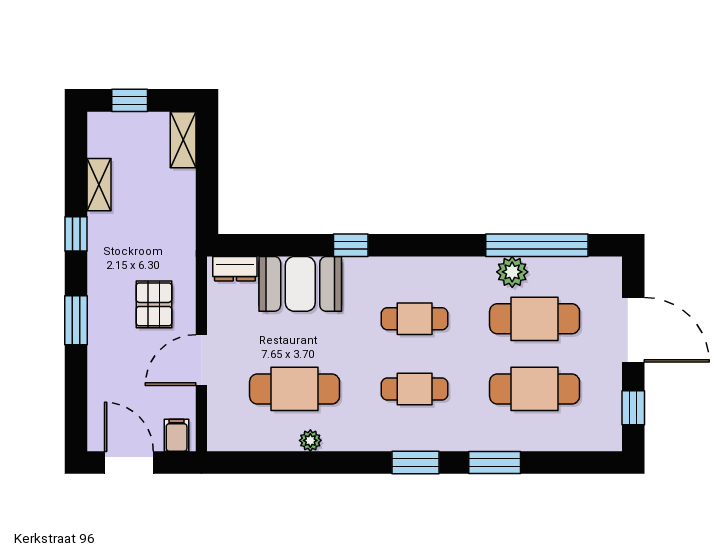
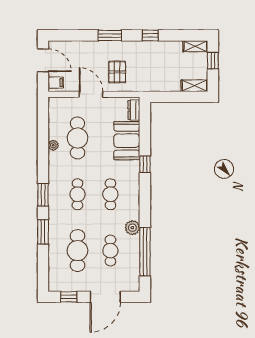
shelving: (99, 185) -> (195, 46), moved
plant: (512, 272) -> (132, 228), moved
pallet: (154, 304) -> (117, 72), turned 90
cafe table: (535, 319) -> (110, 251), width x0.73, depth x0.74
door: (129, 463) -> (43, 60), hinge flipped

